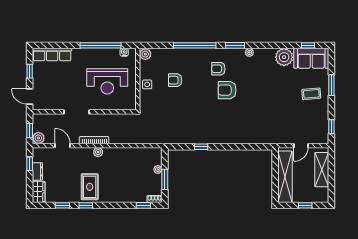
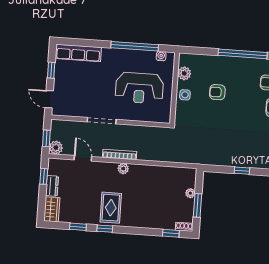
plant: (145, 54) -> (184, 73), moved

